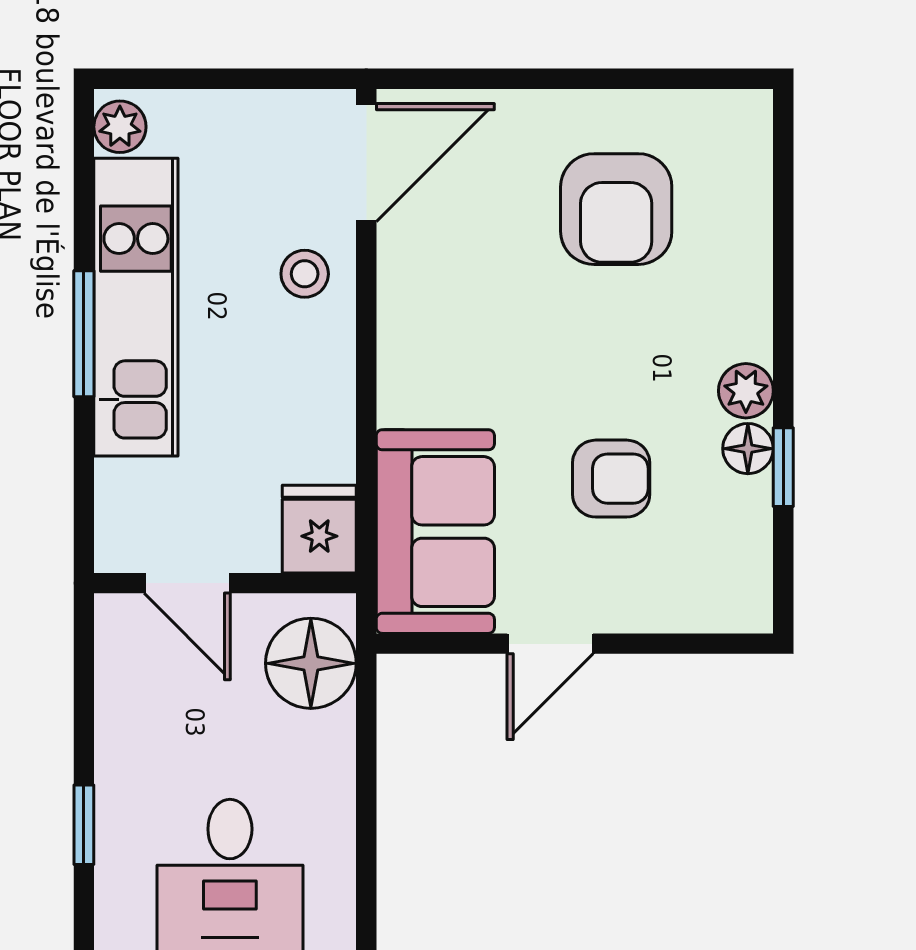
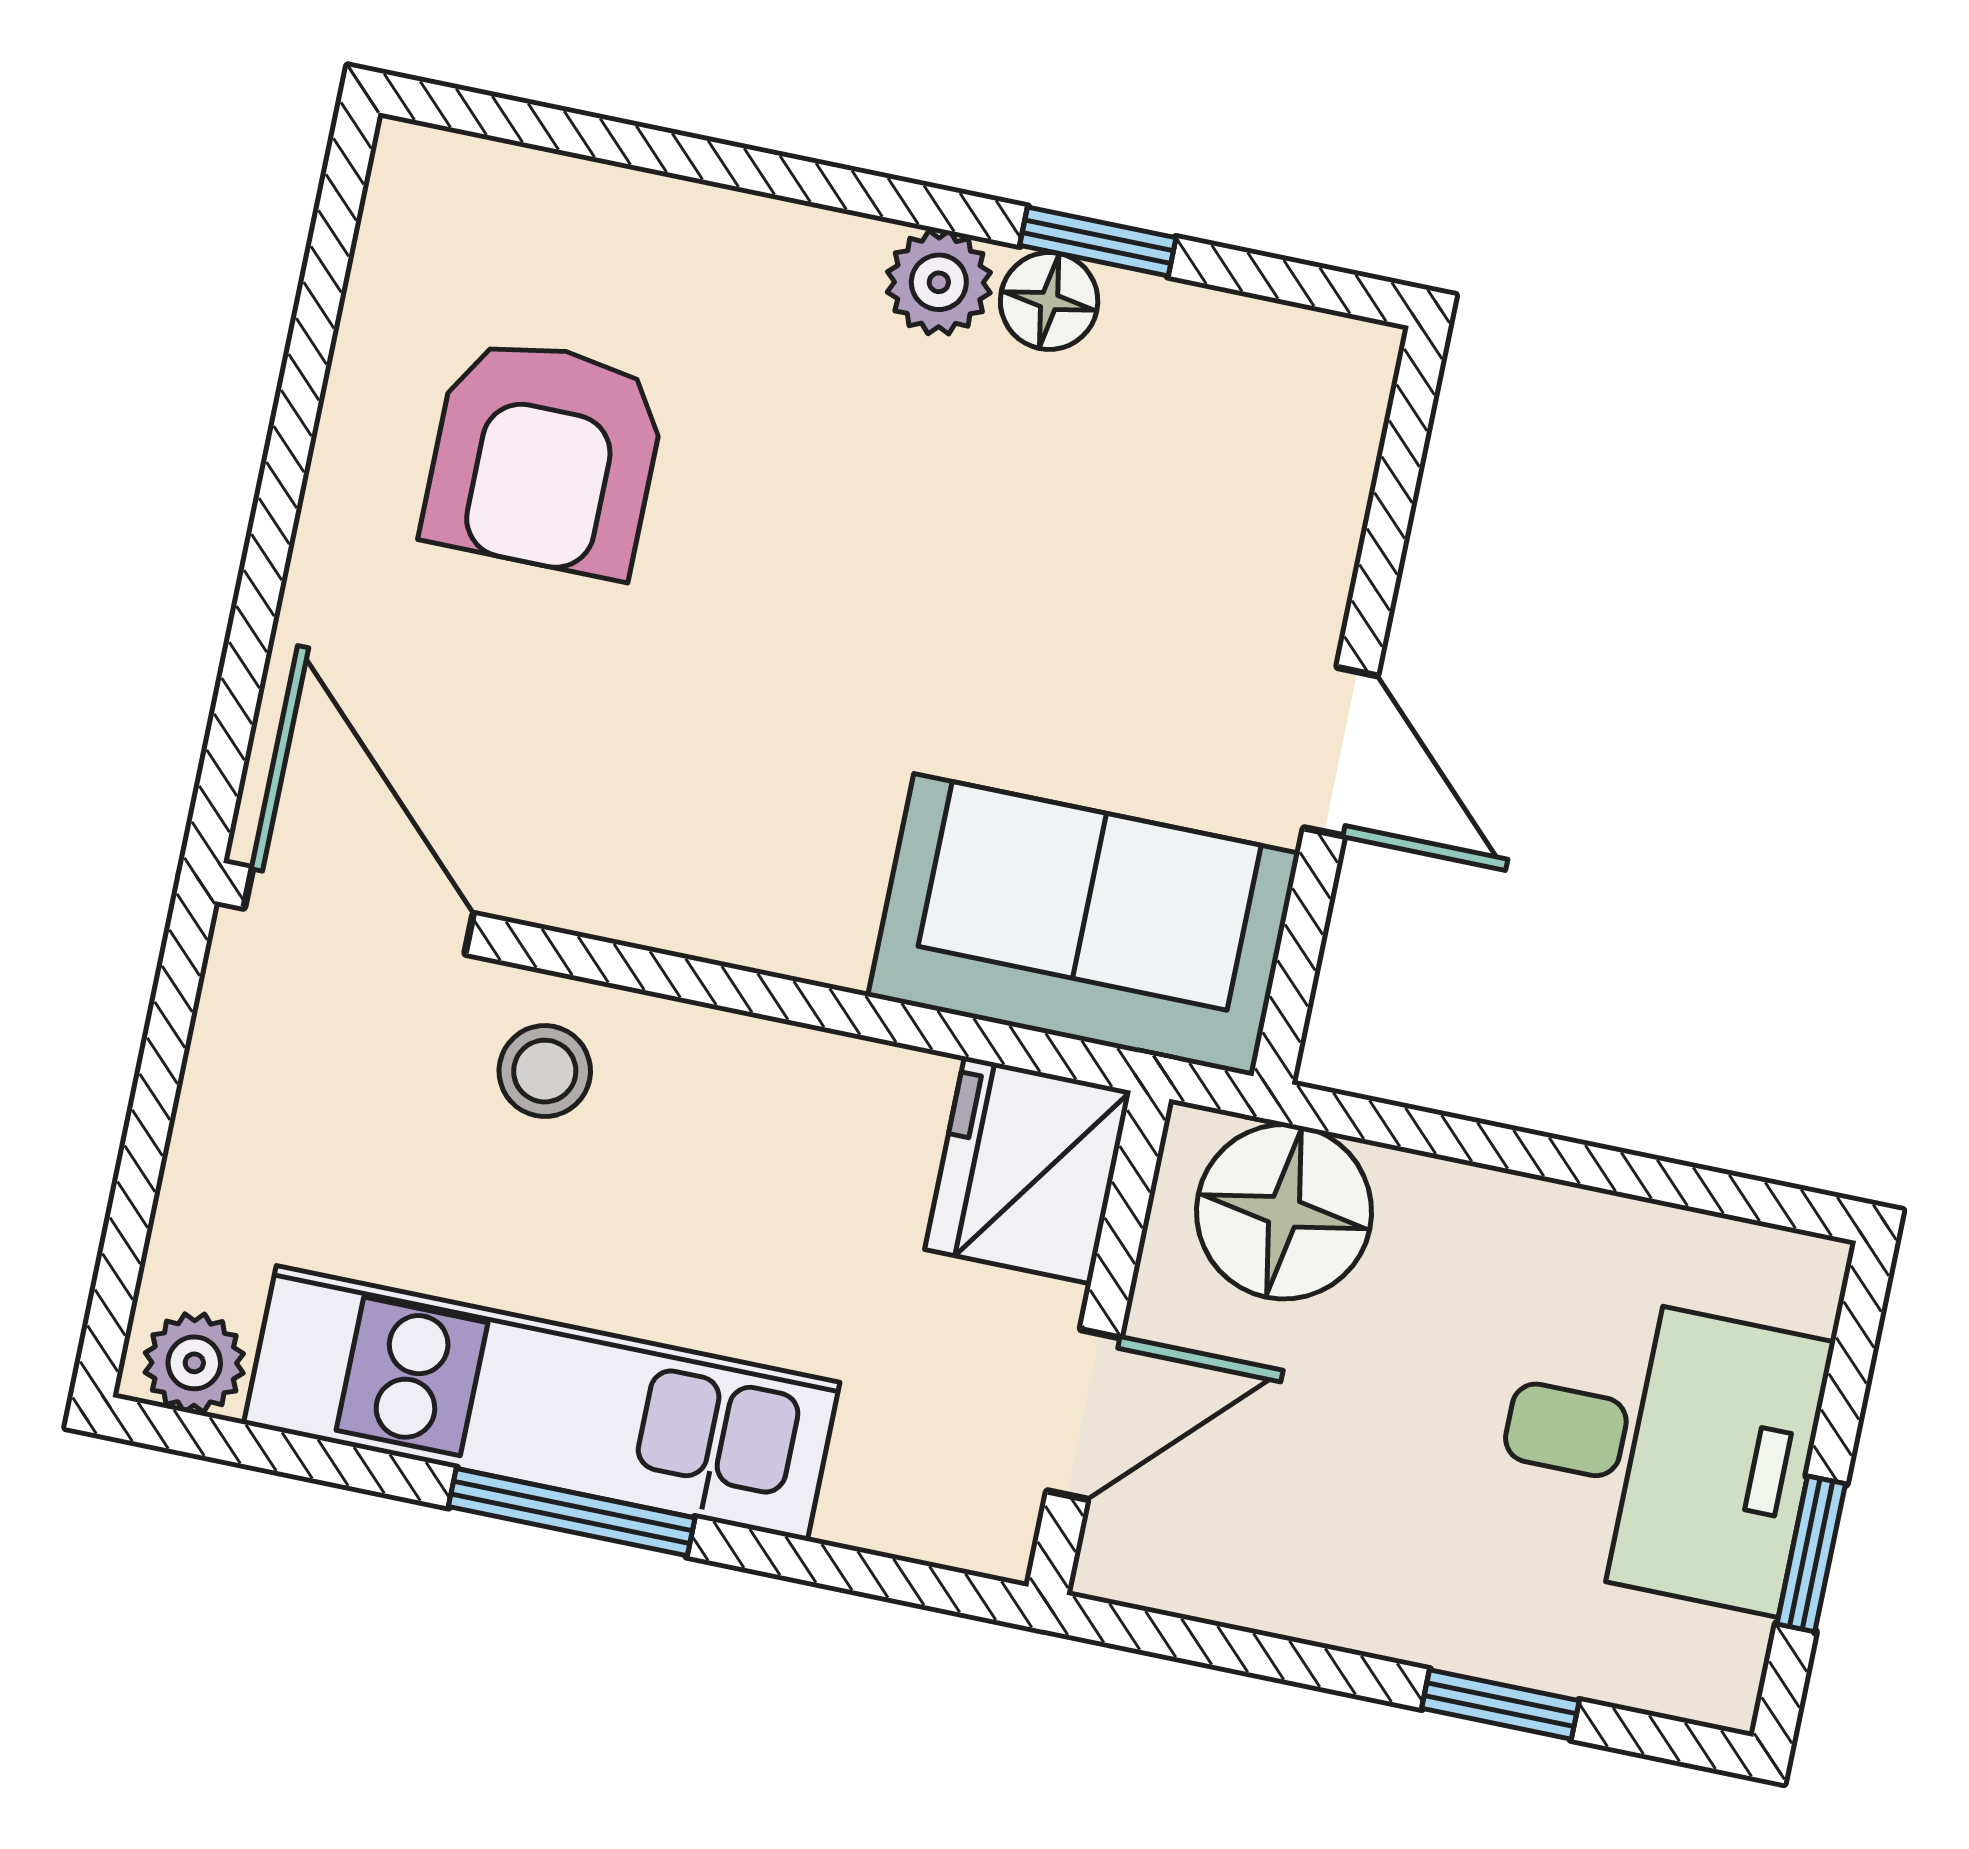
armchair: (616, 209) -> (544, 456), turned 90
armchair: (611, 479) -> (1052, 572), removed
fridge: (319, 529) -> (1028, 1170), width x1.38

